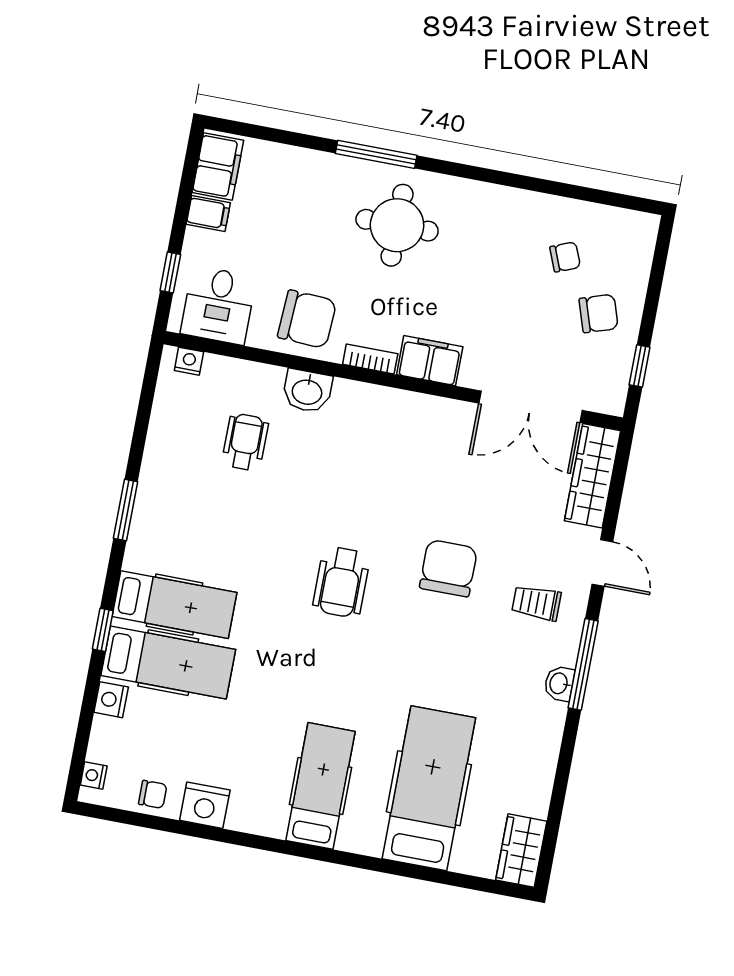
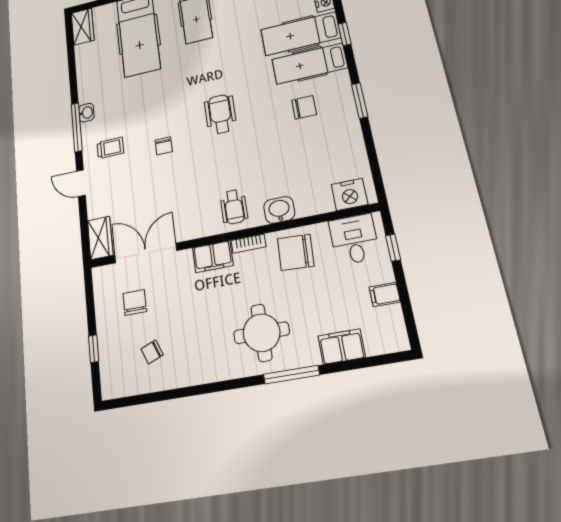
filing cabinet: (218, 166) -> (342, 347), moved, turned 90
chair: (599, 313) -> (135, 302), moved, turned 108
nightstand: (189, 361) -> (350, 194), width x1.89, depth x1.79
window: (640, 366) -> (94, 349), moved
wheelchair: (245, 442) -> (234, 207), moved
wardrobe: (592, 476) -> (100, 238), width x0.67
chair: (210, 536) -> (304, 107), added
chair: (448, 568) -> (164, 146), width x0.54, depth x0.54

